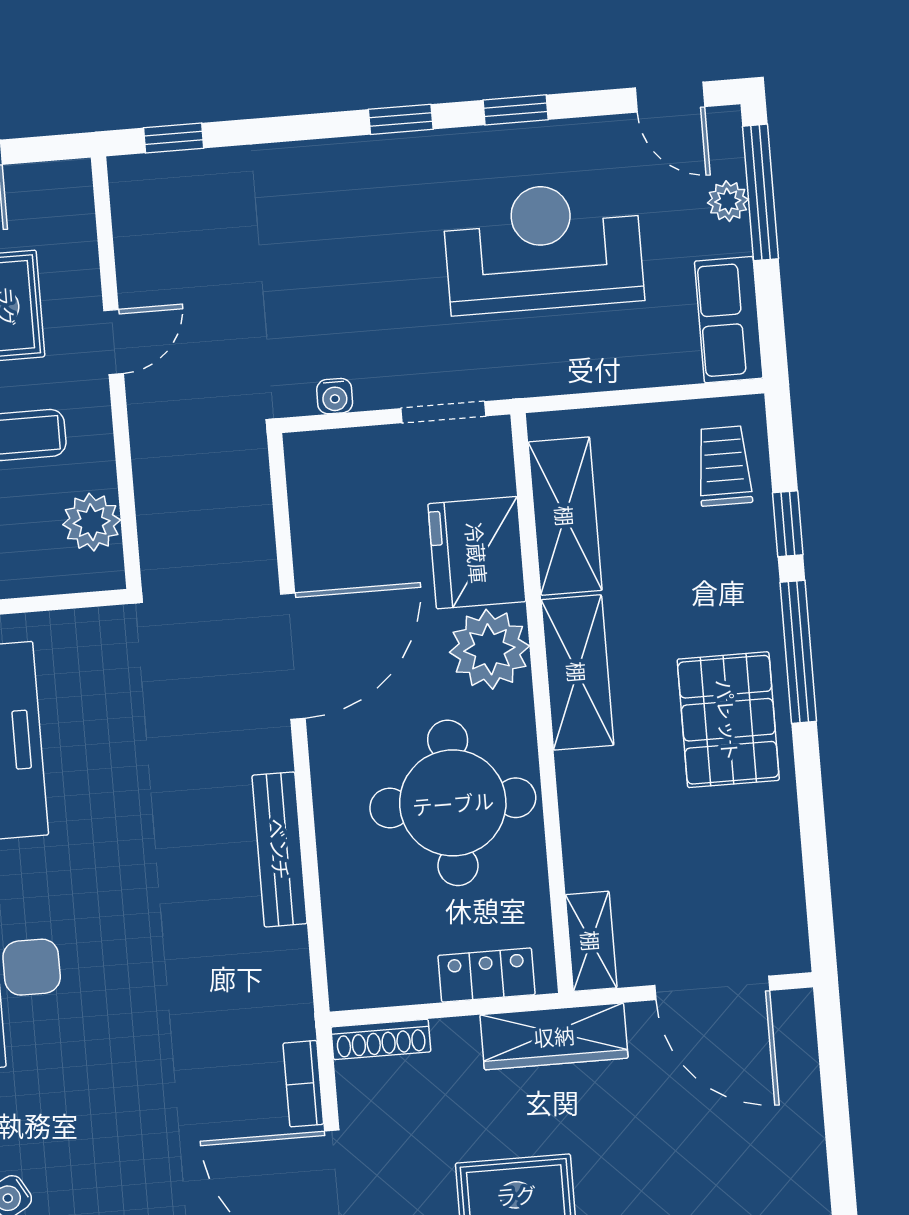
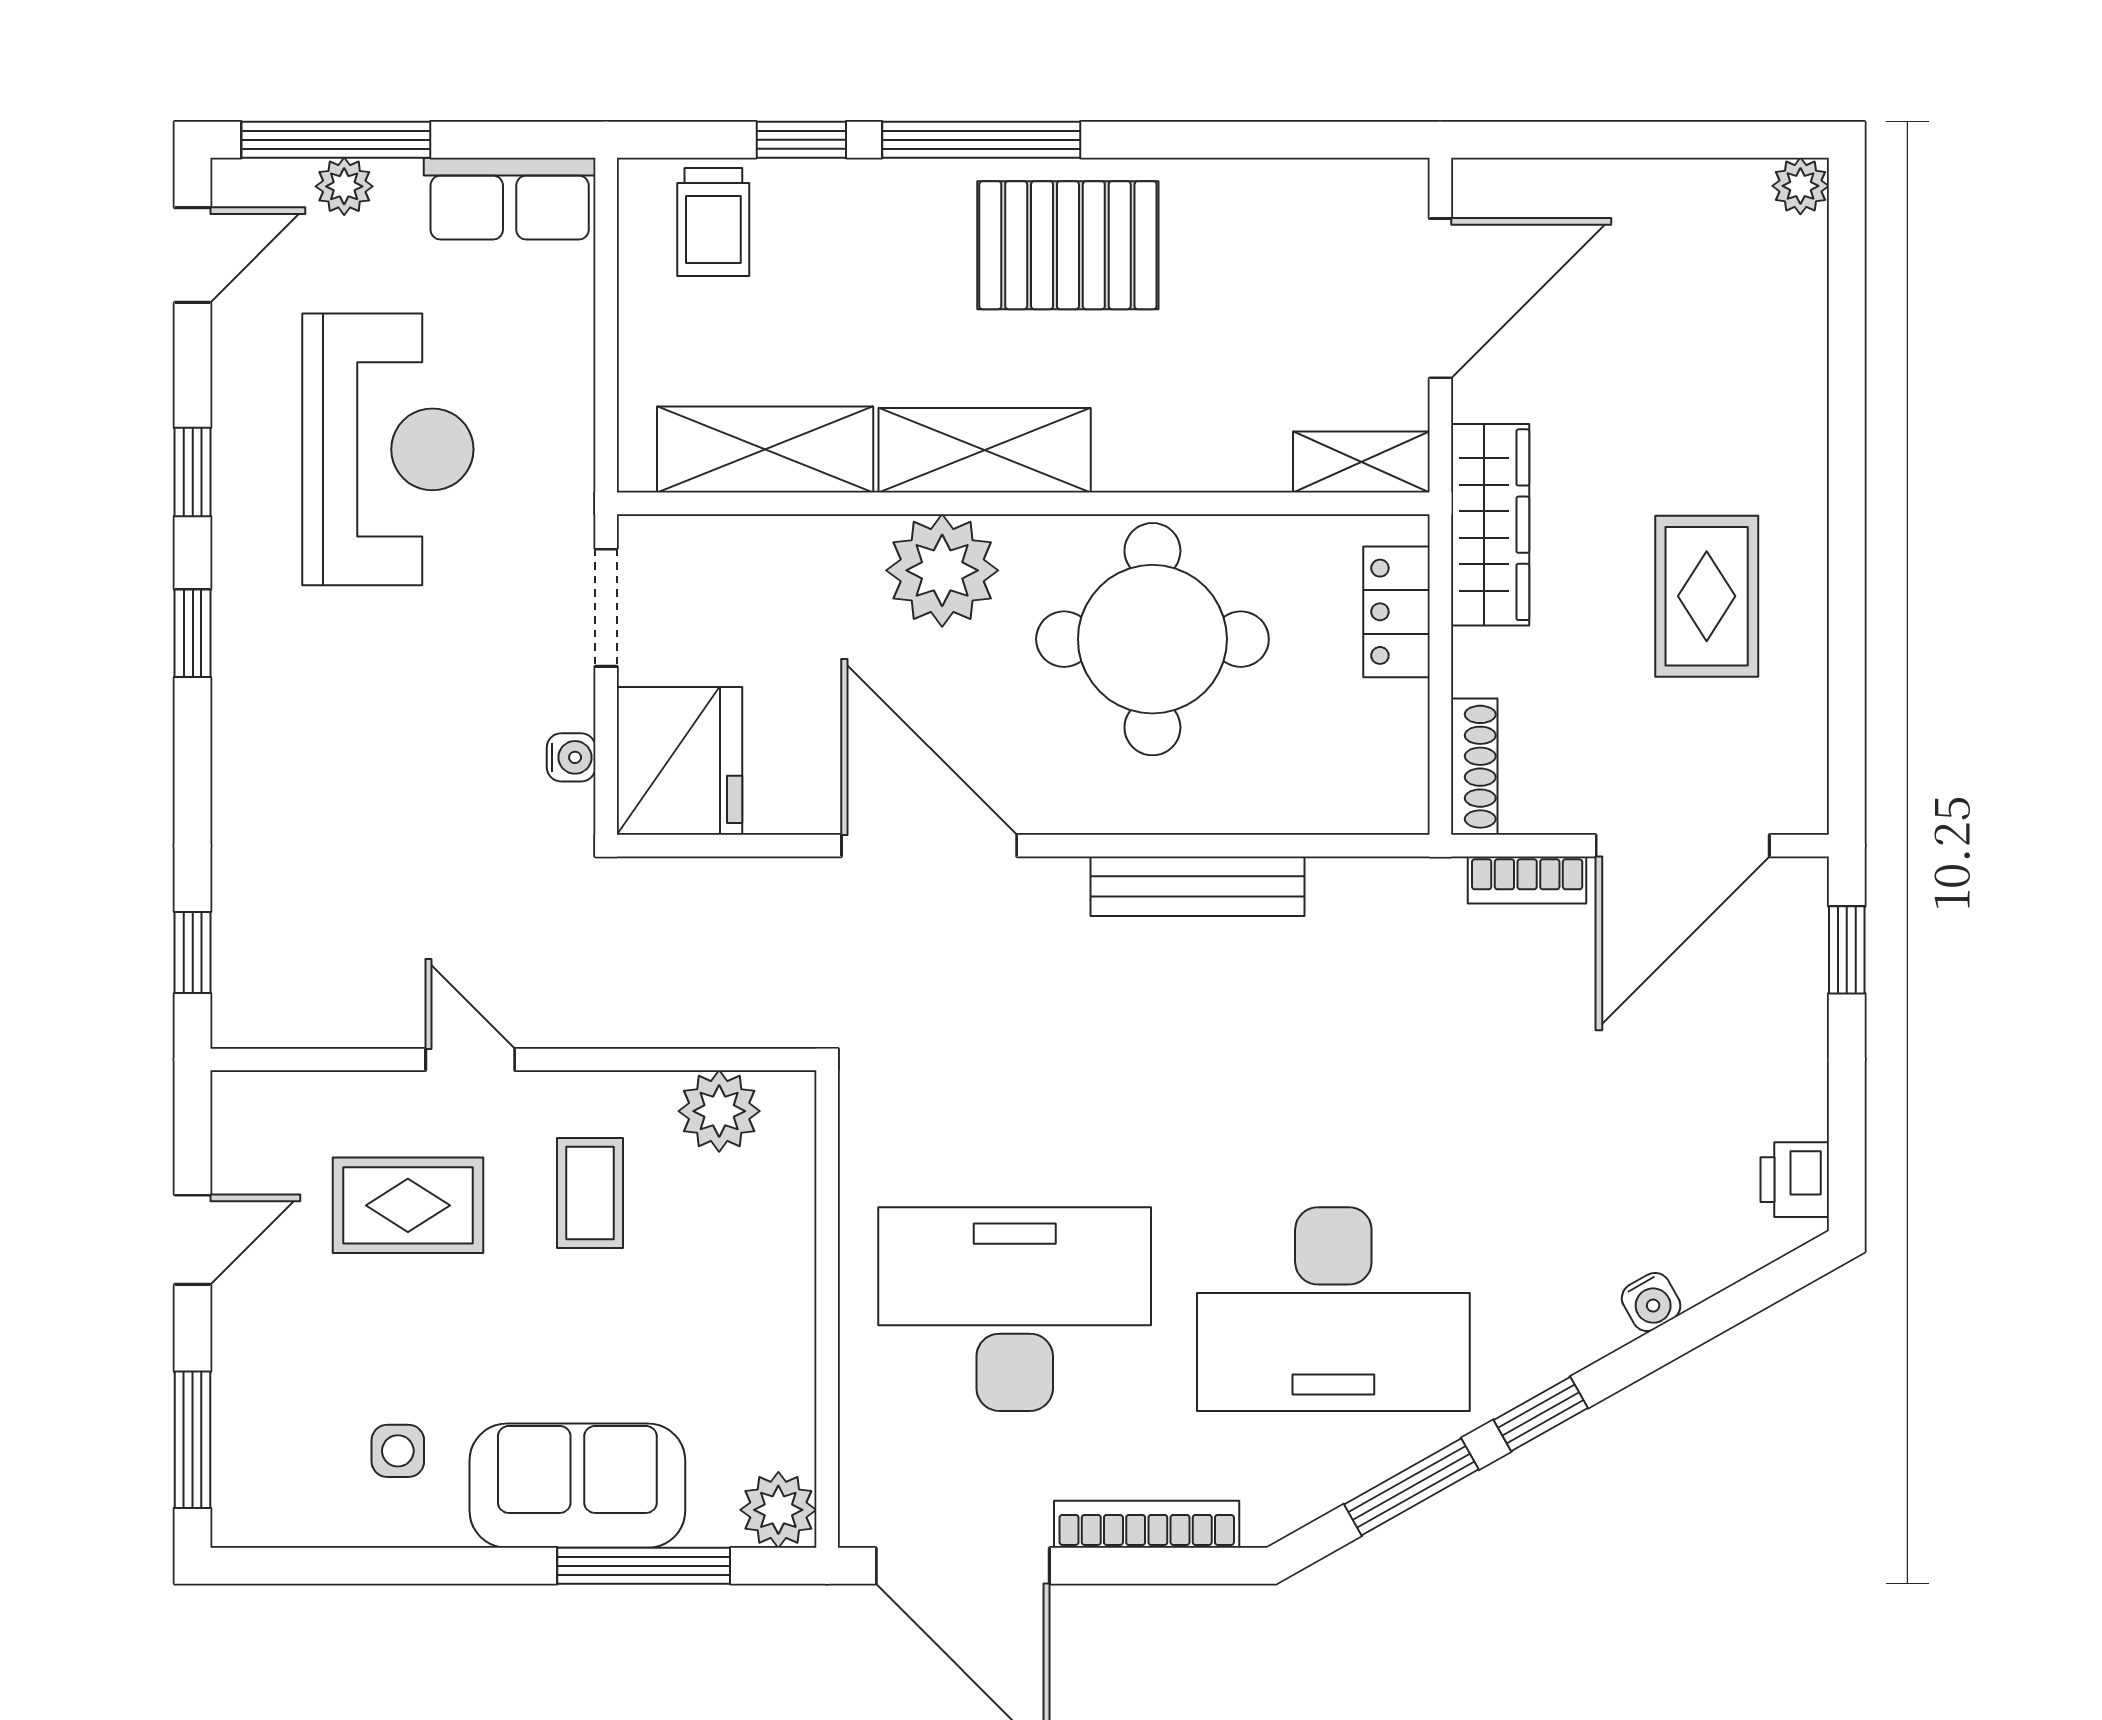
reception desk: (543, 248) -> (388, 449), turned 180
trolley: (724, 466) -> (713, 222), turned -90
fridge: (477, 553) -> (679, 761), moved, turned -90

